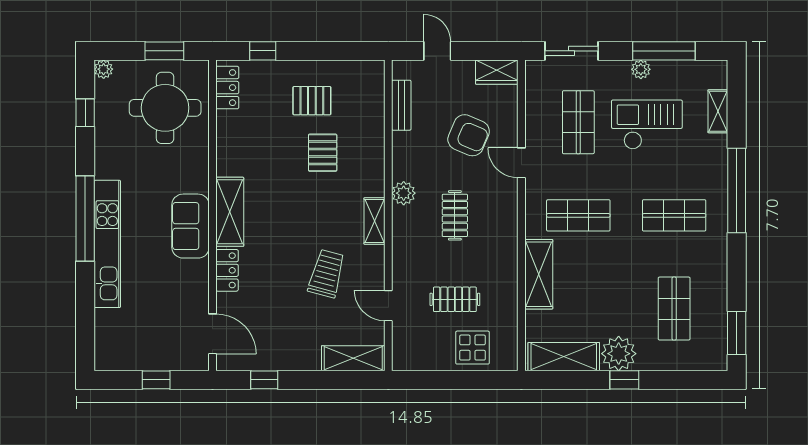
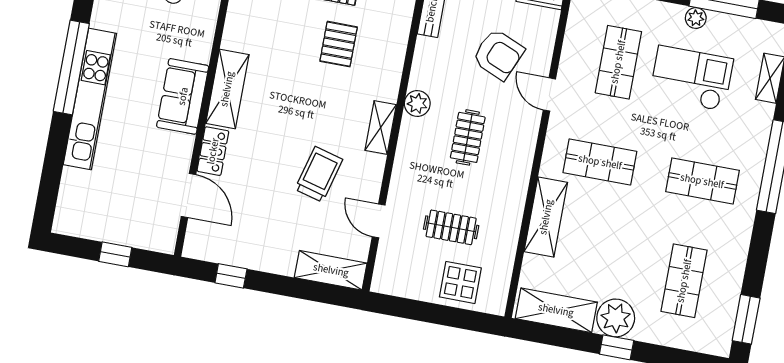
door: (212, 334) -> (189, 196), moved

